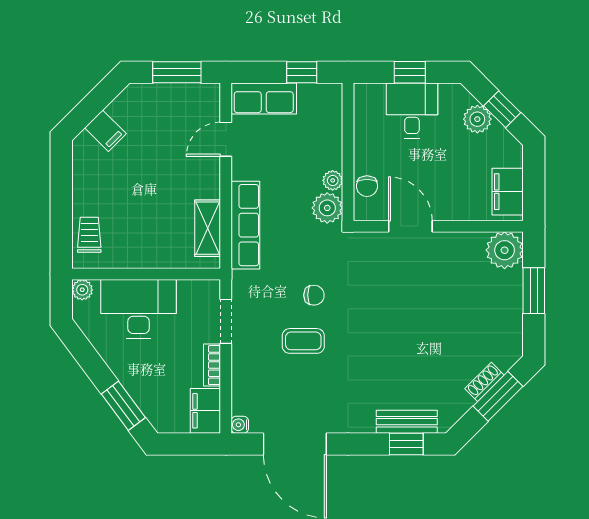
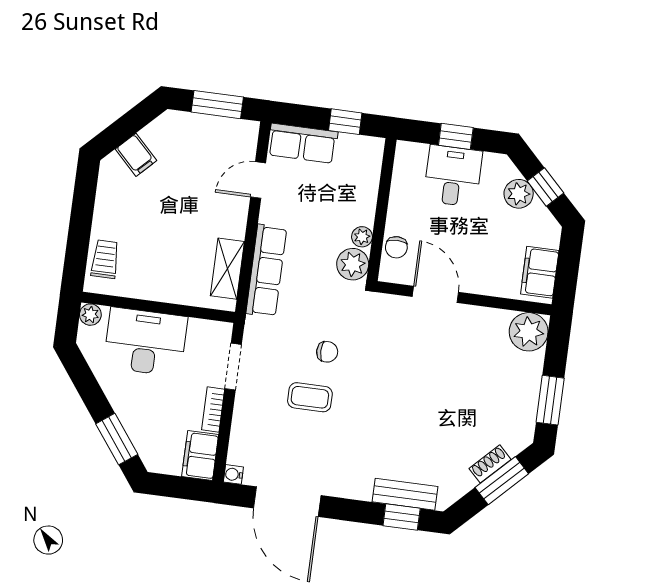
window: (534, 291) -> (550, 400), moved

